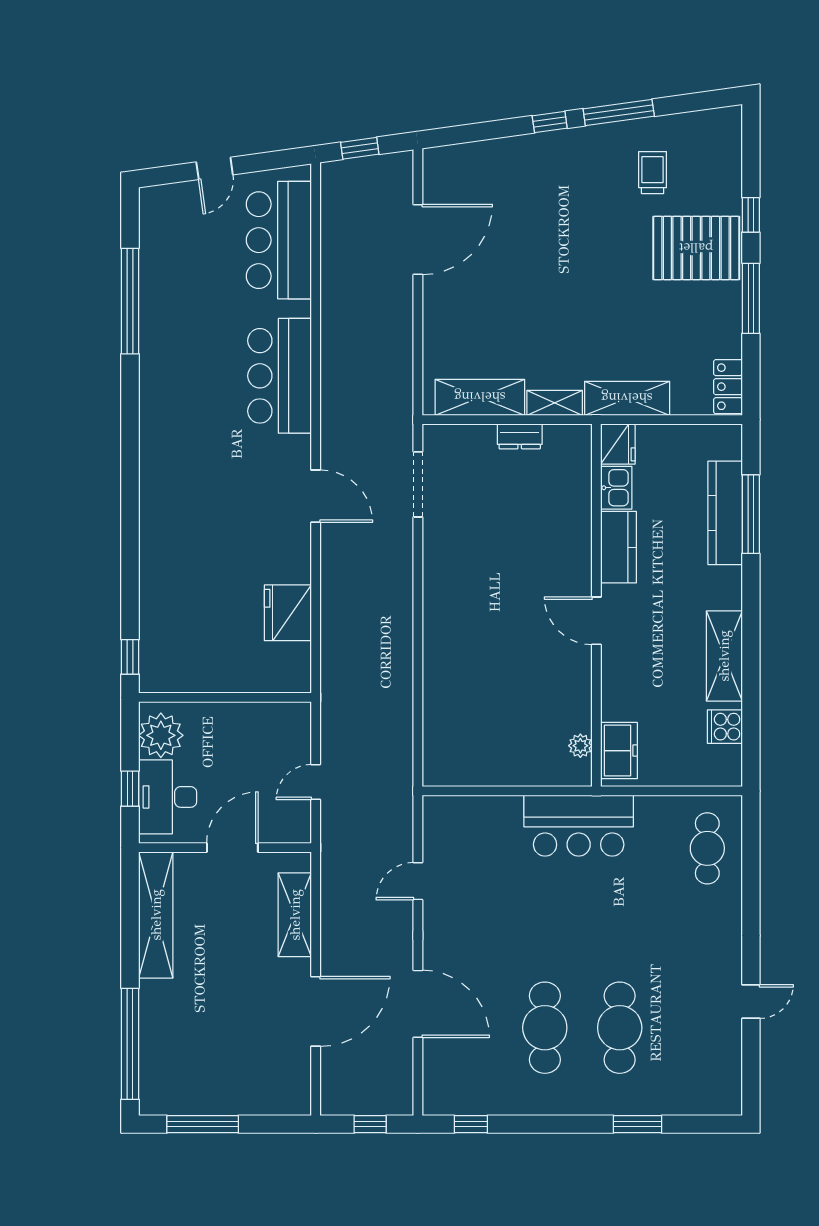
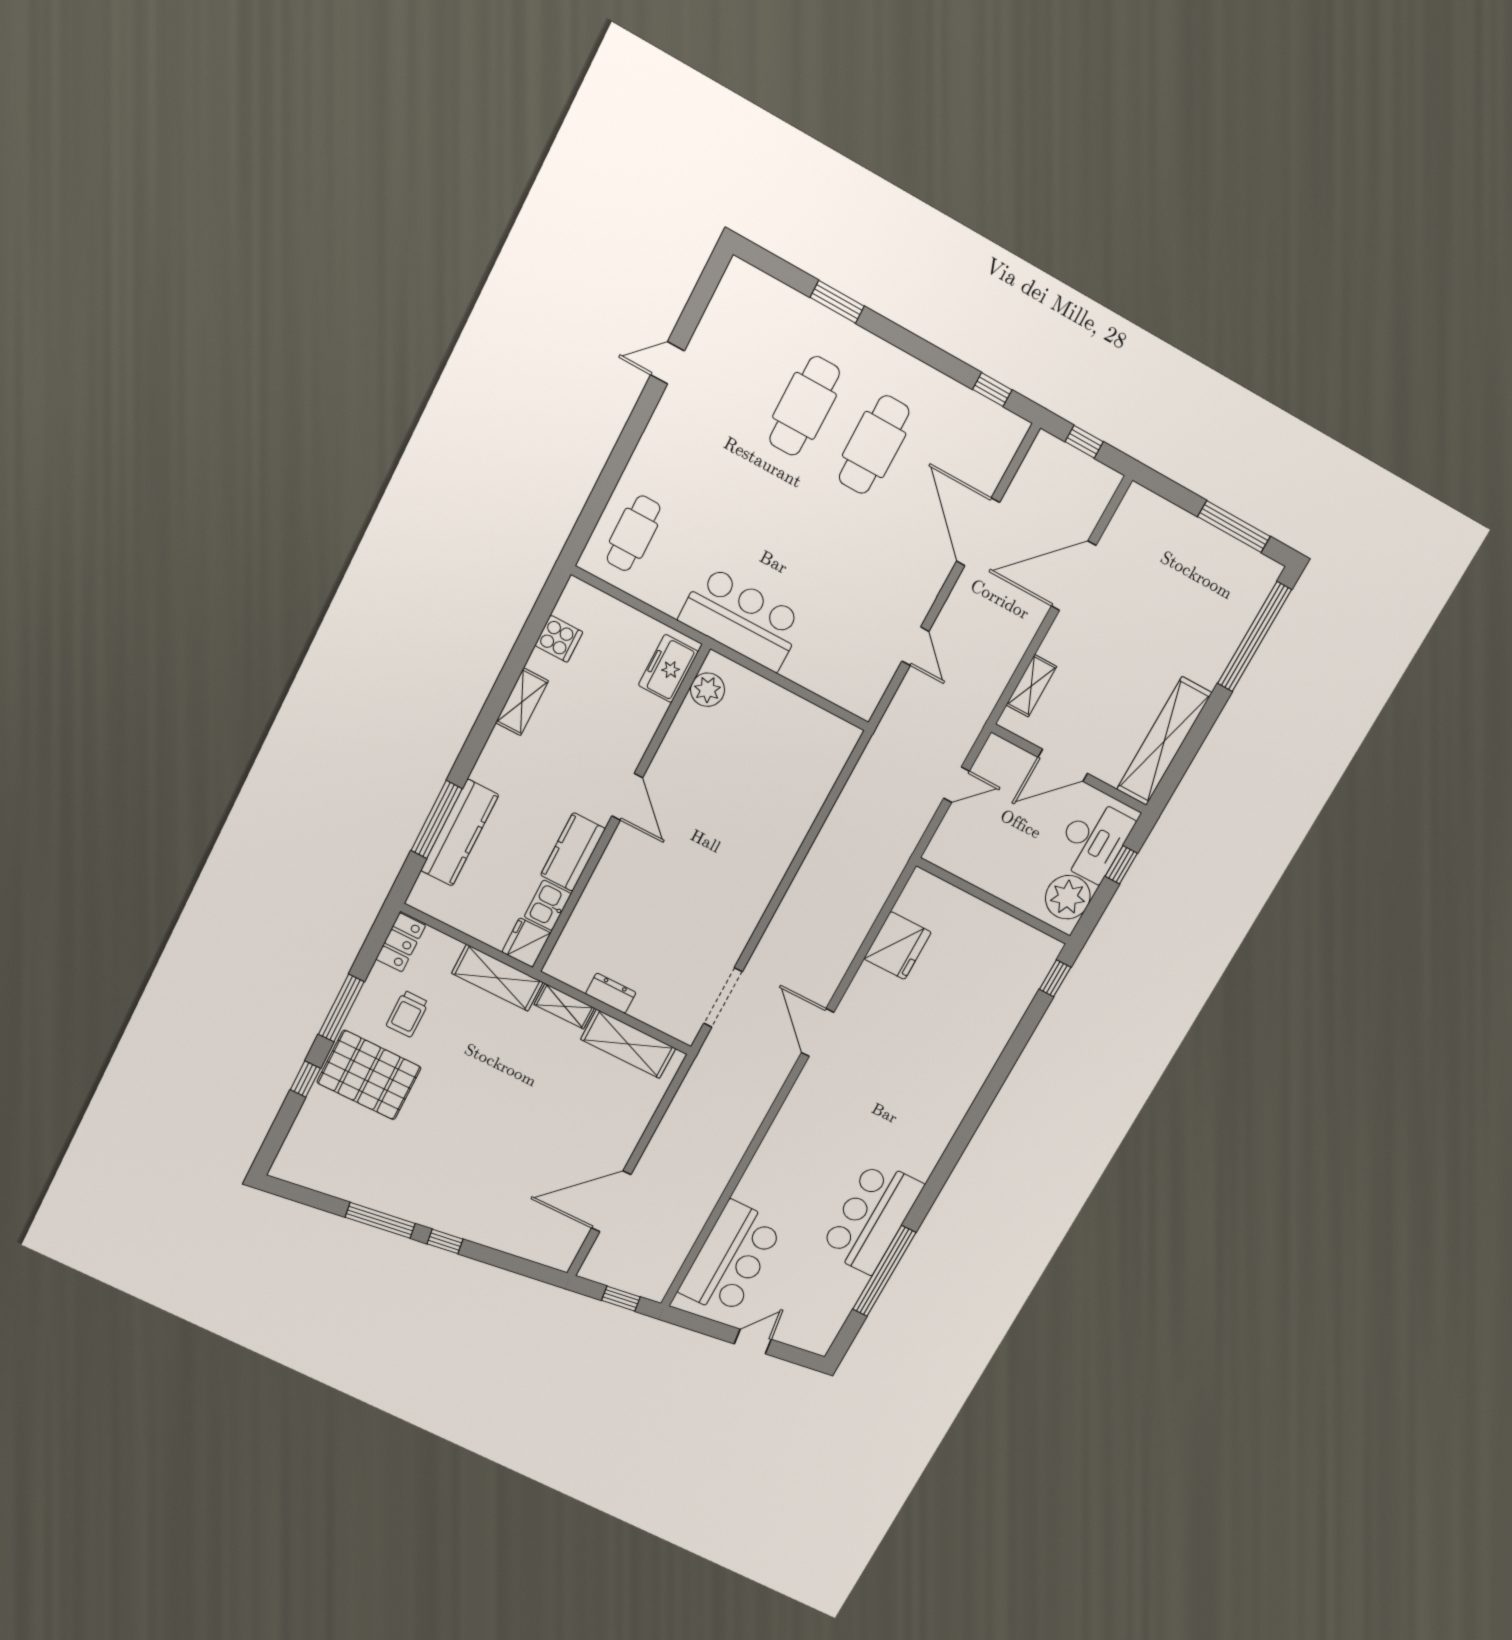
trolley: (653, 173) -> (407, 1014), moved
bar counter: (280, 376) -> (872, 1217), moved, turned 180
shelving: (724, 656) -> (522, 702), width x0.67, depth x0.75
plant: (580, 746) -> (707, 690), width x1.38, depth x1.38
door: (418, 881) -> (915, 646), hinge flipped
shelving: (295, 915) -> (1031, 686), width x0.67, depth x0.75

